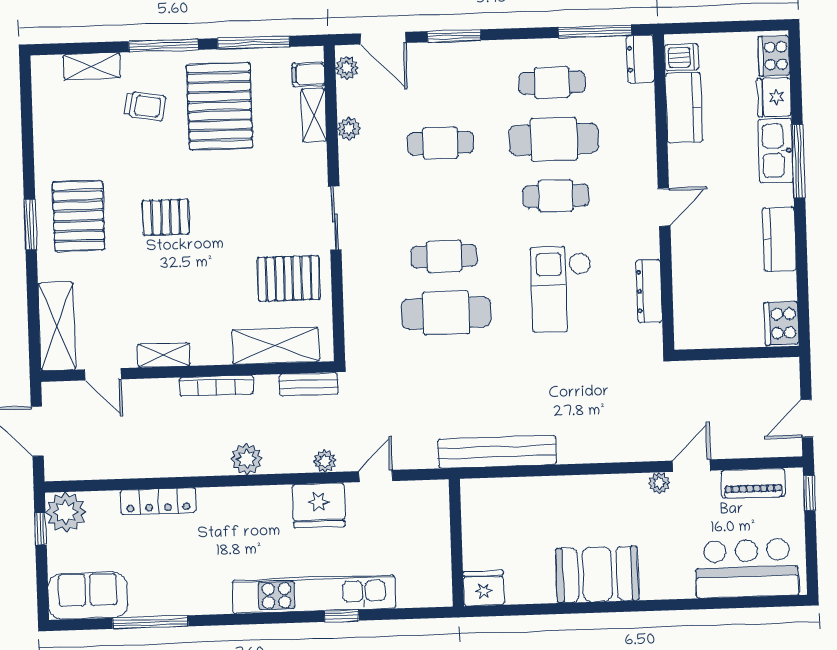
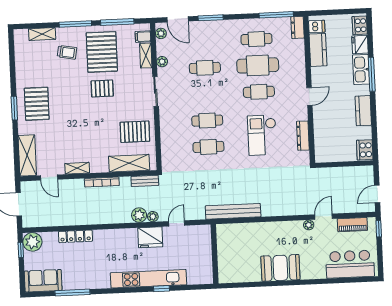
pallet: (166, 217) -> (102, 89), moved
sliding door: (335, 218) -> (156, 91), moved
cafe table: (446, 313) -> (208, 147), width x0.73, depth x0.74
plant: (247, 459) -> (139, 215), moved
fridge: (484, 588) -> (228, 275), removed

